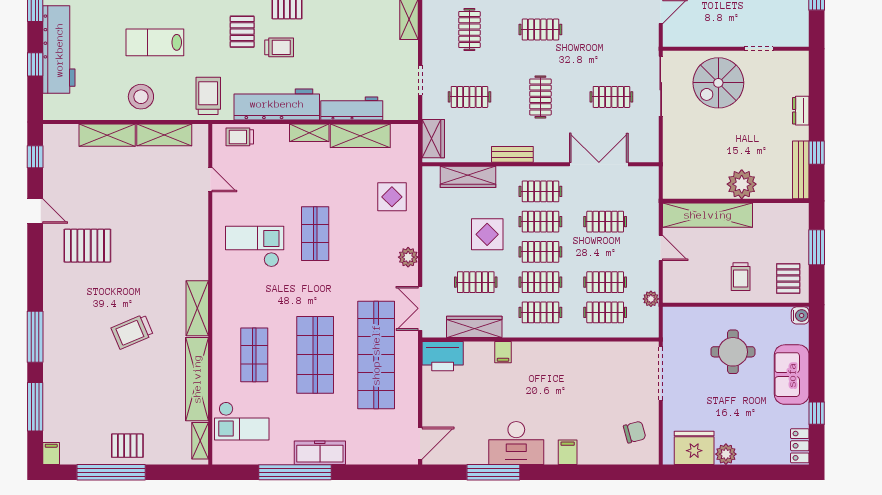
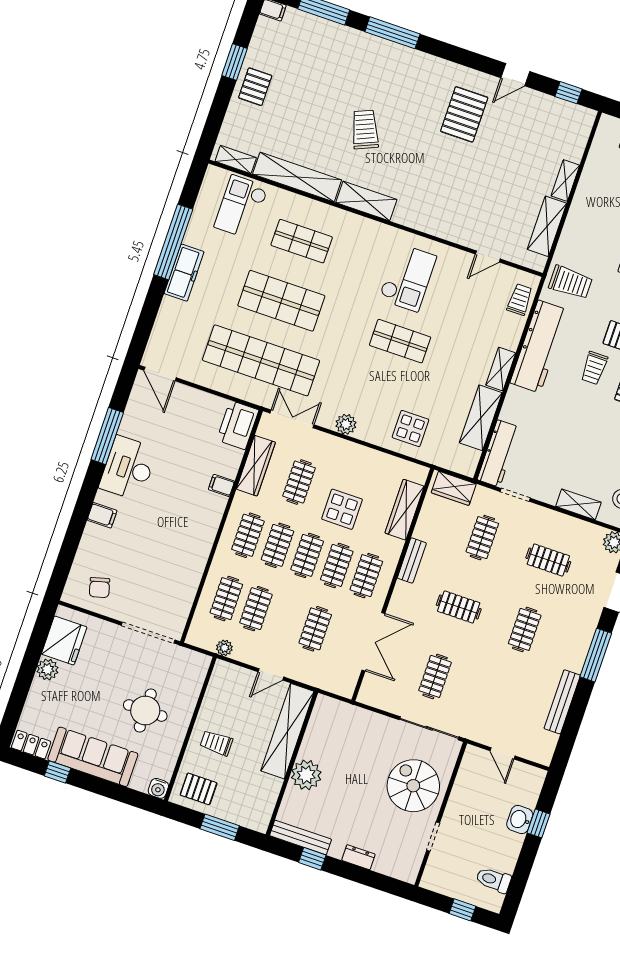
stool: (141, 97) -> (592, 216), removed
workbench: (352, 108) -> (498, 453), moved
shelving: (107, 135) -> (565, 181), width x0.67, depth x0.75
sofa: (792, 375) -> (93, 757), width x1.36
window: (111, 472) -> (234, 62), width x0.47

